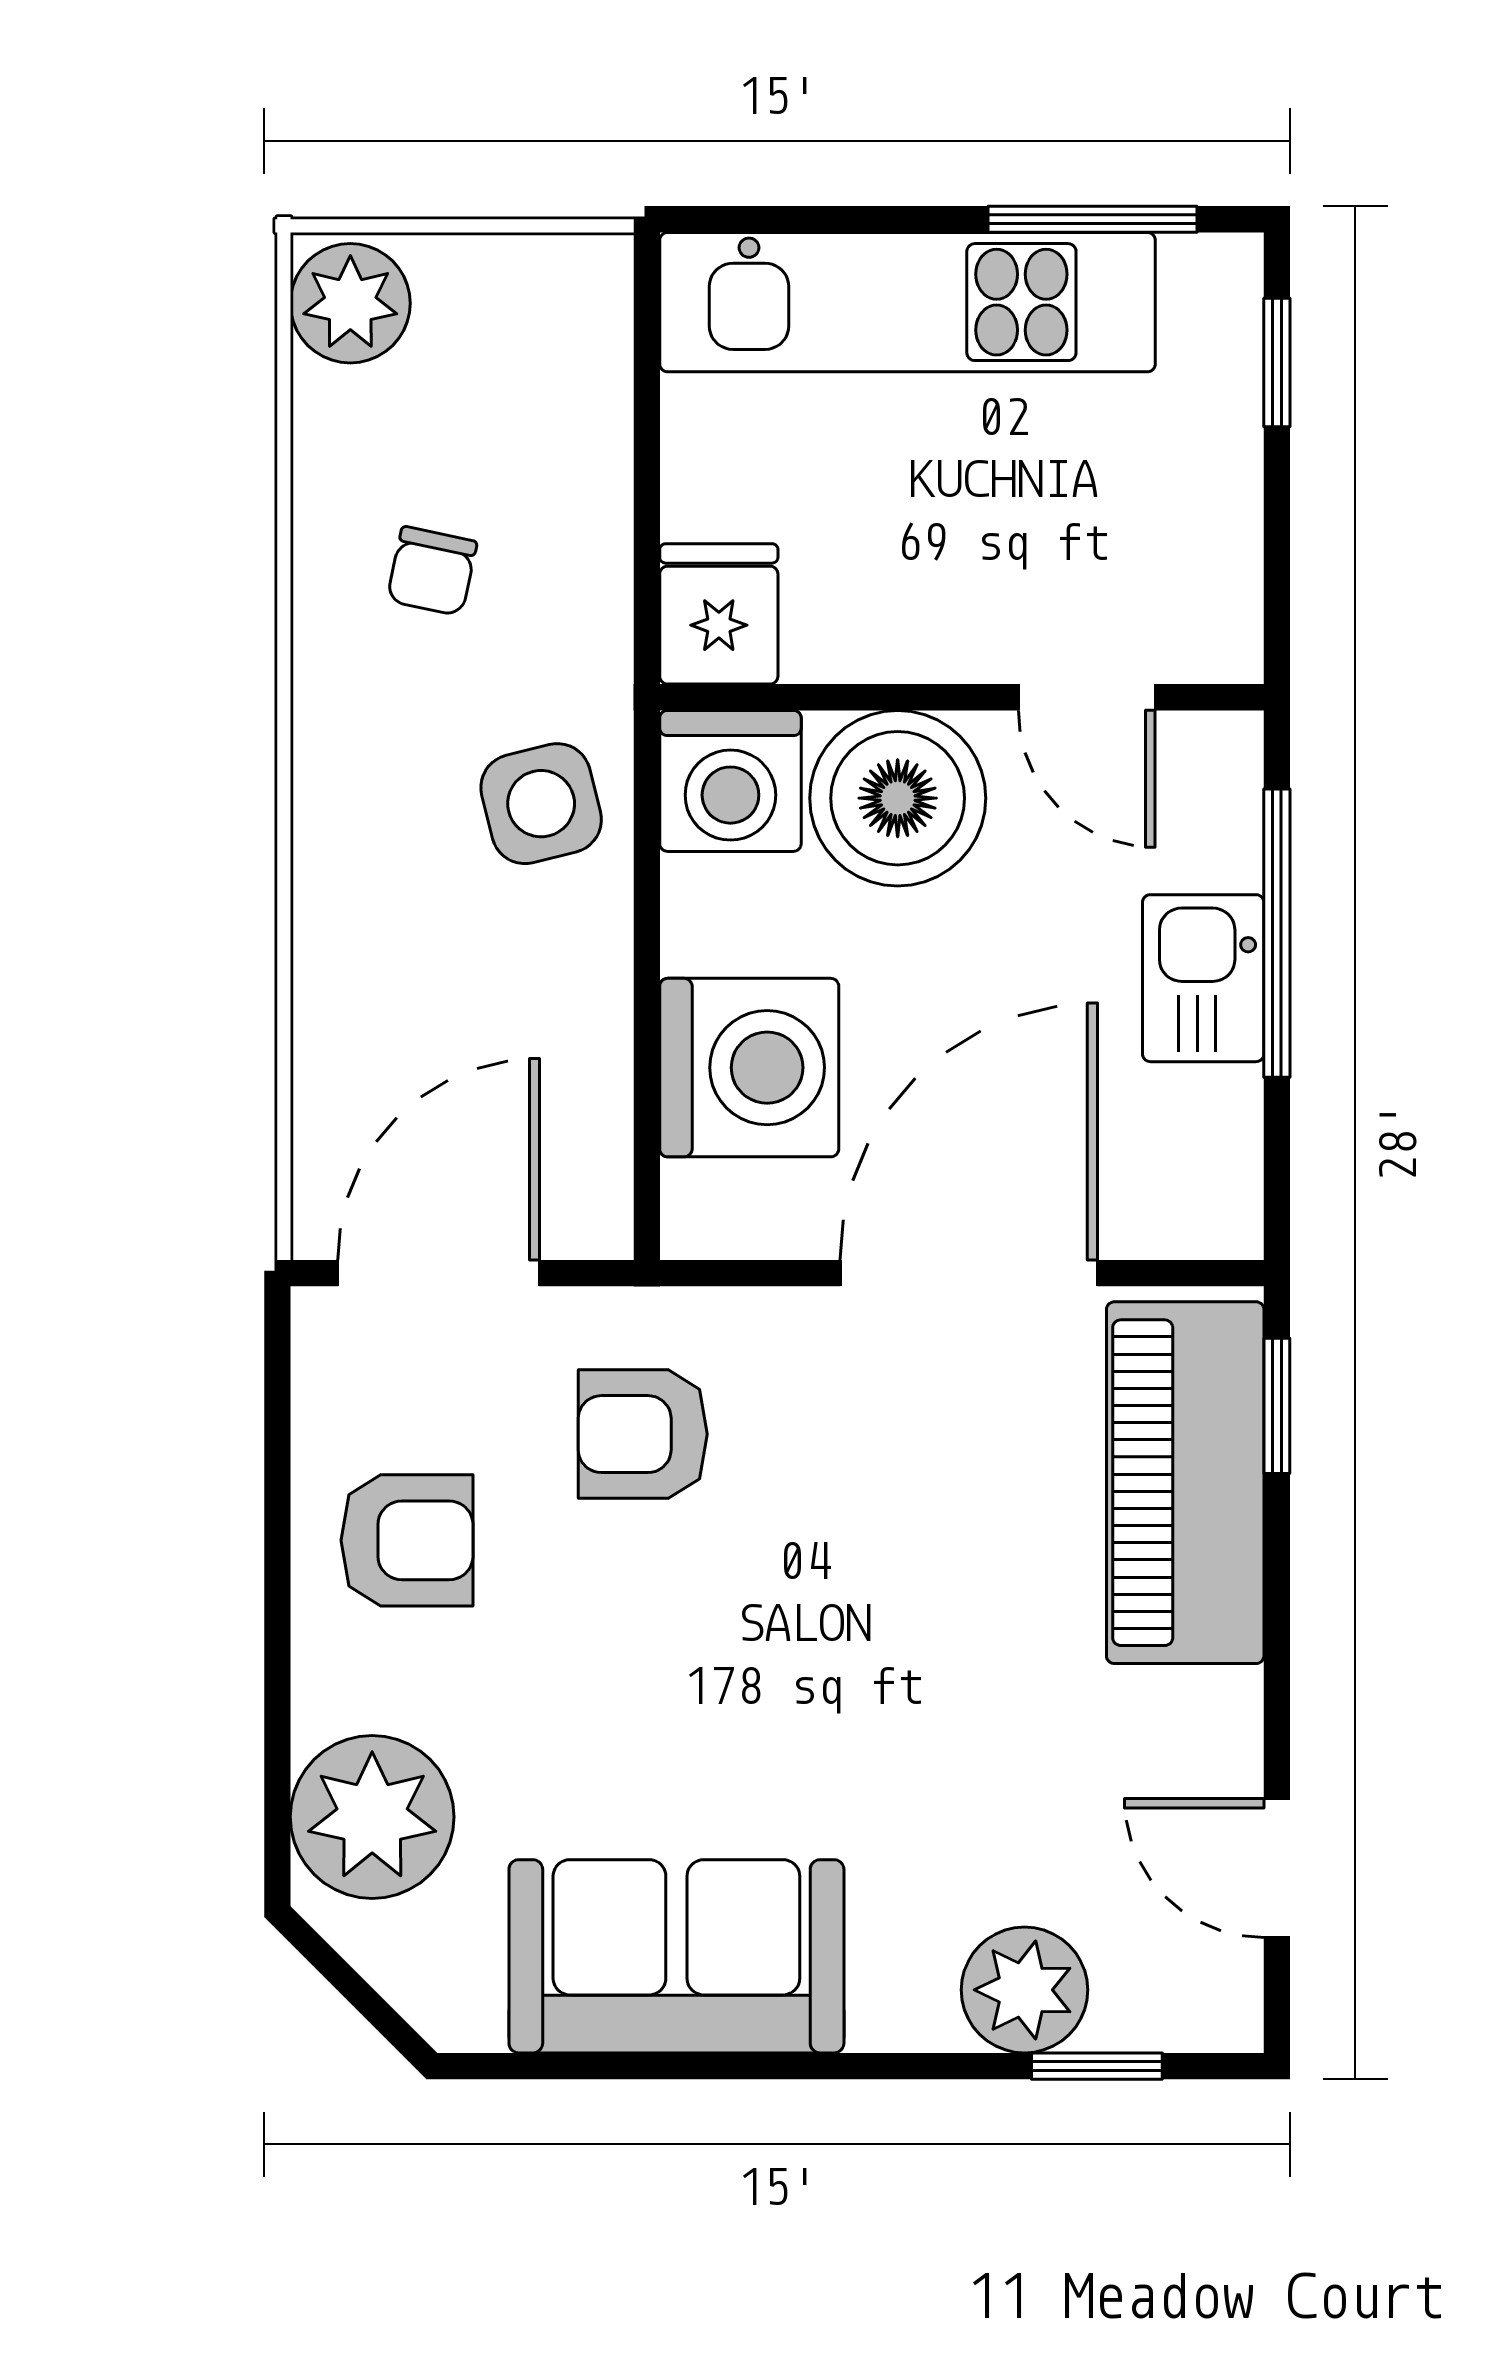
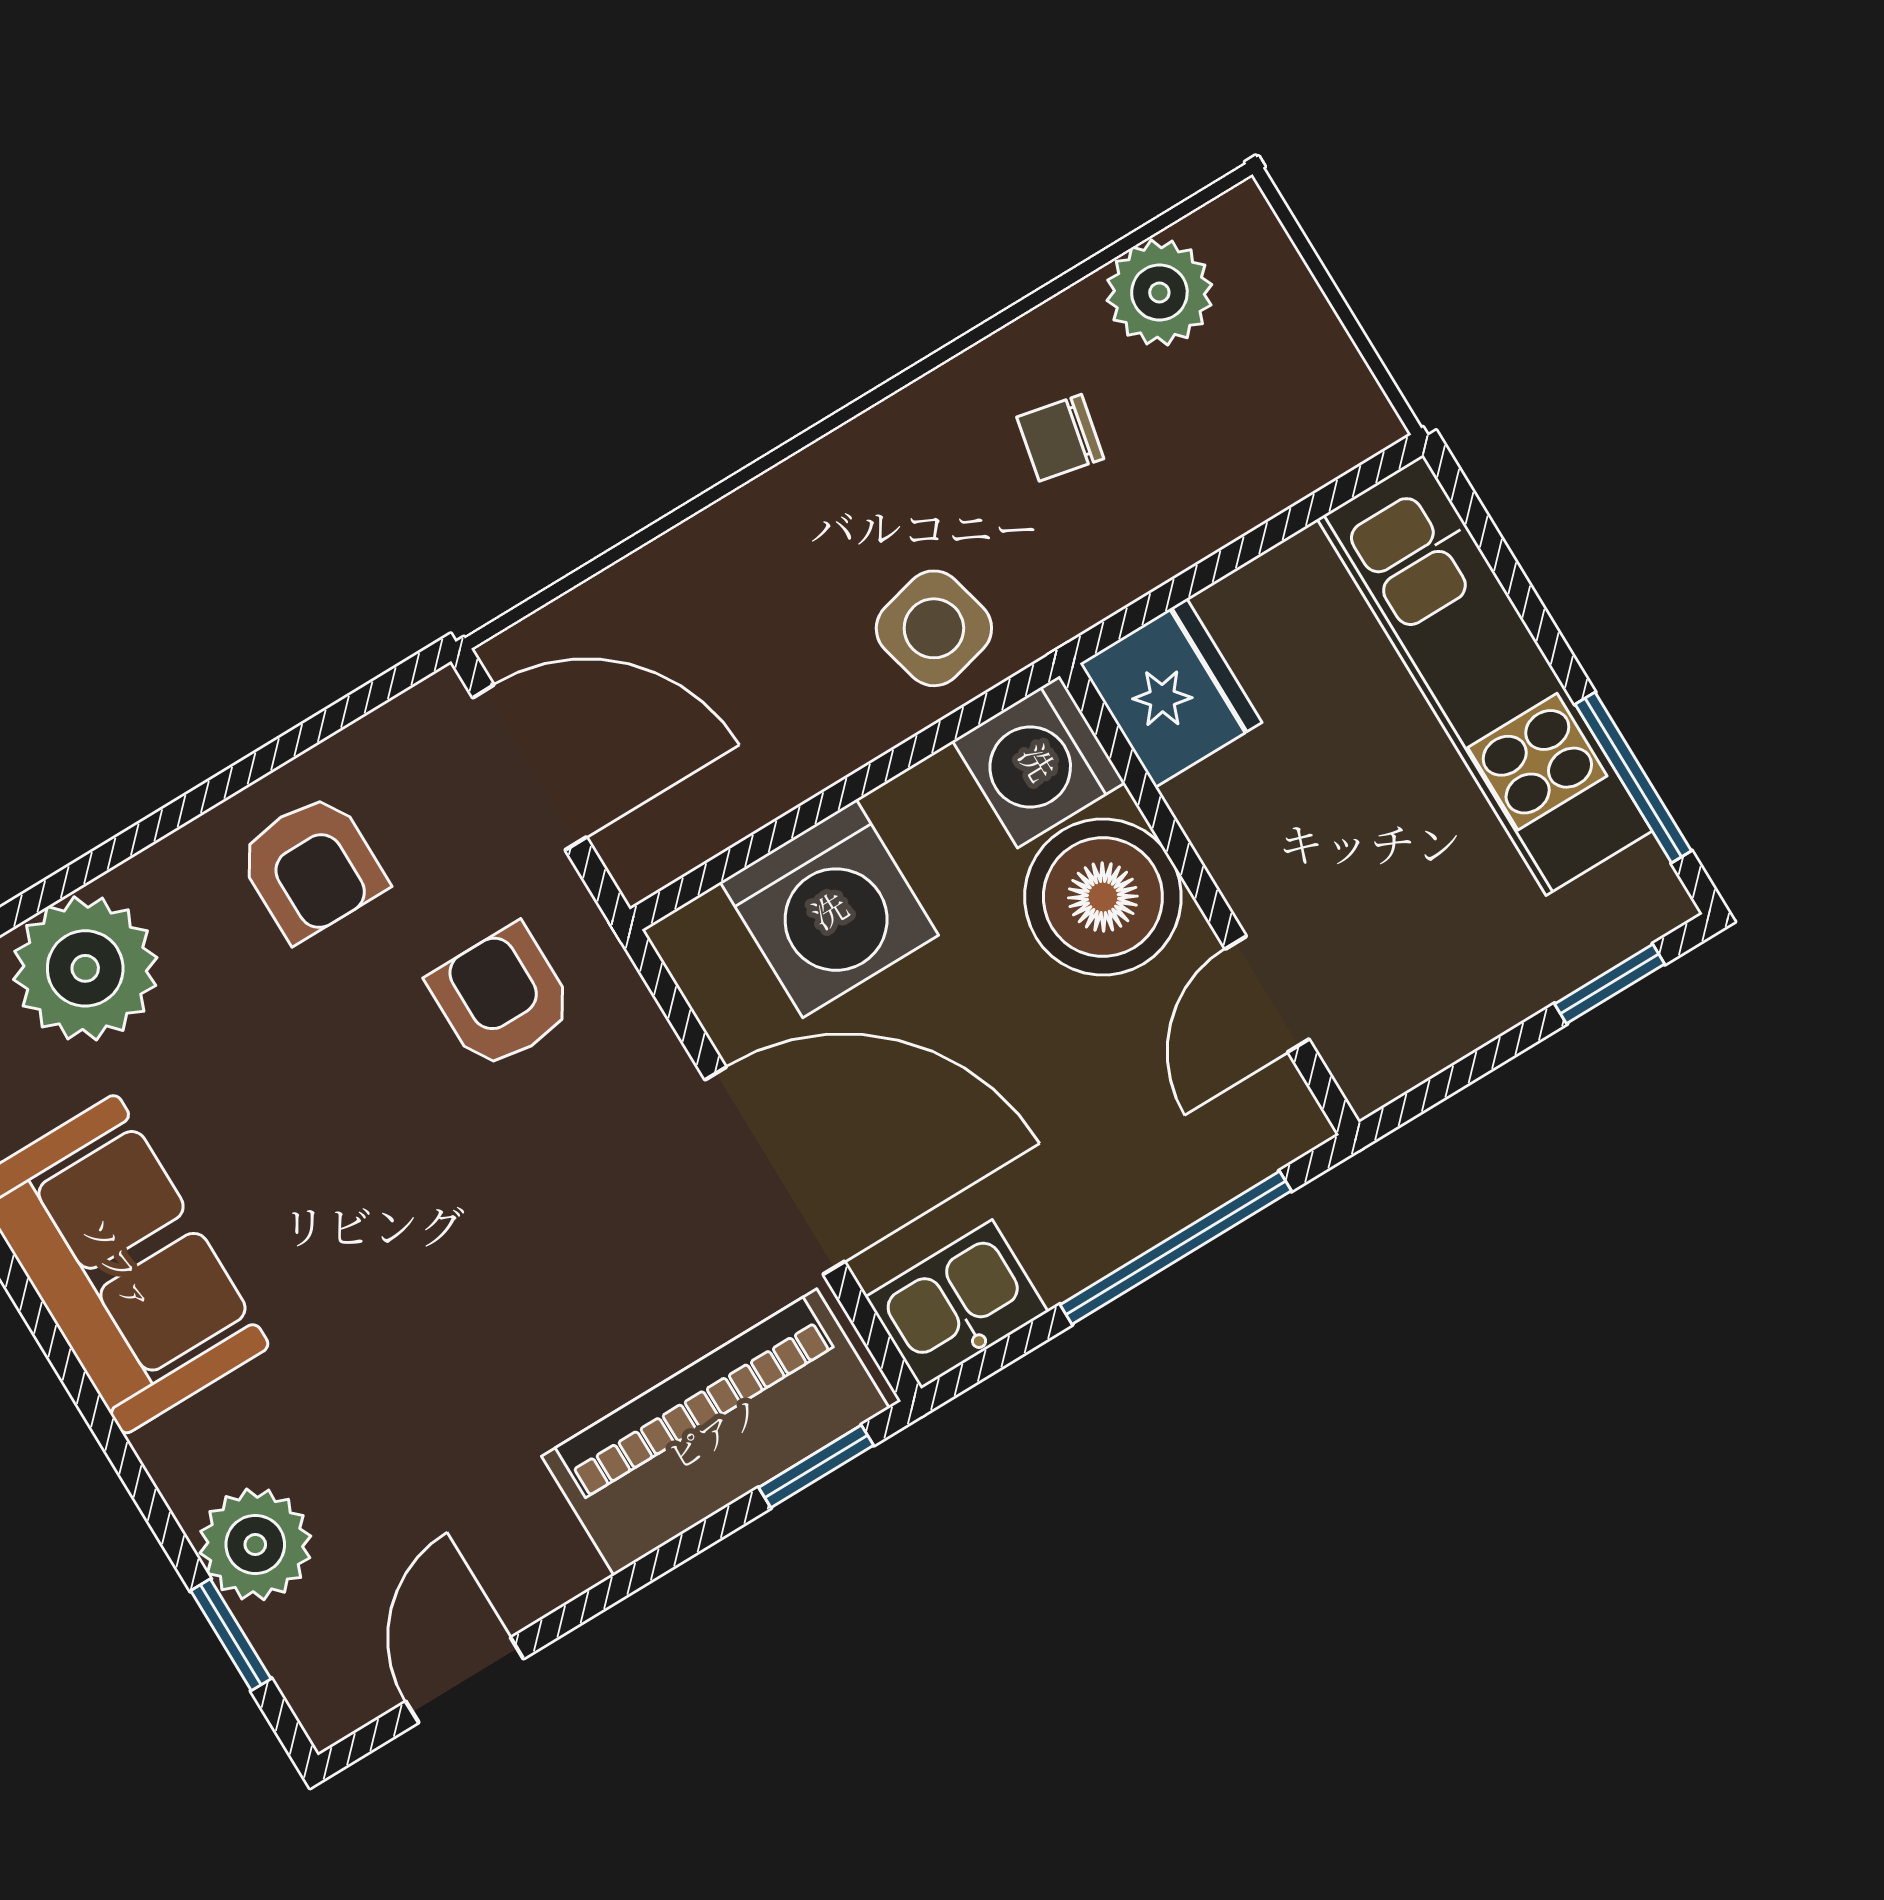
plant: (350, 303) -> (1159, 292), moved
fridge: (719, 614) -> (1171, 693), width x1.38
kitchen sink: (1203, 978) -> (957, 1304), moved

